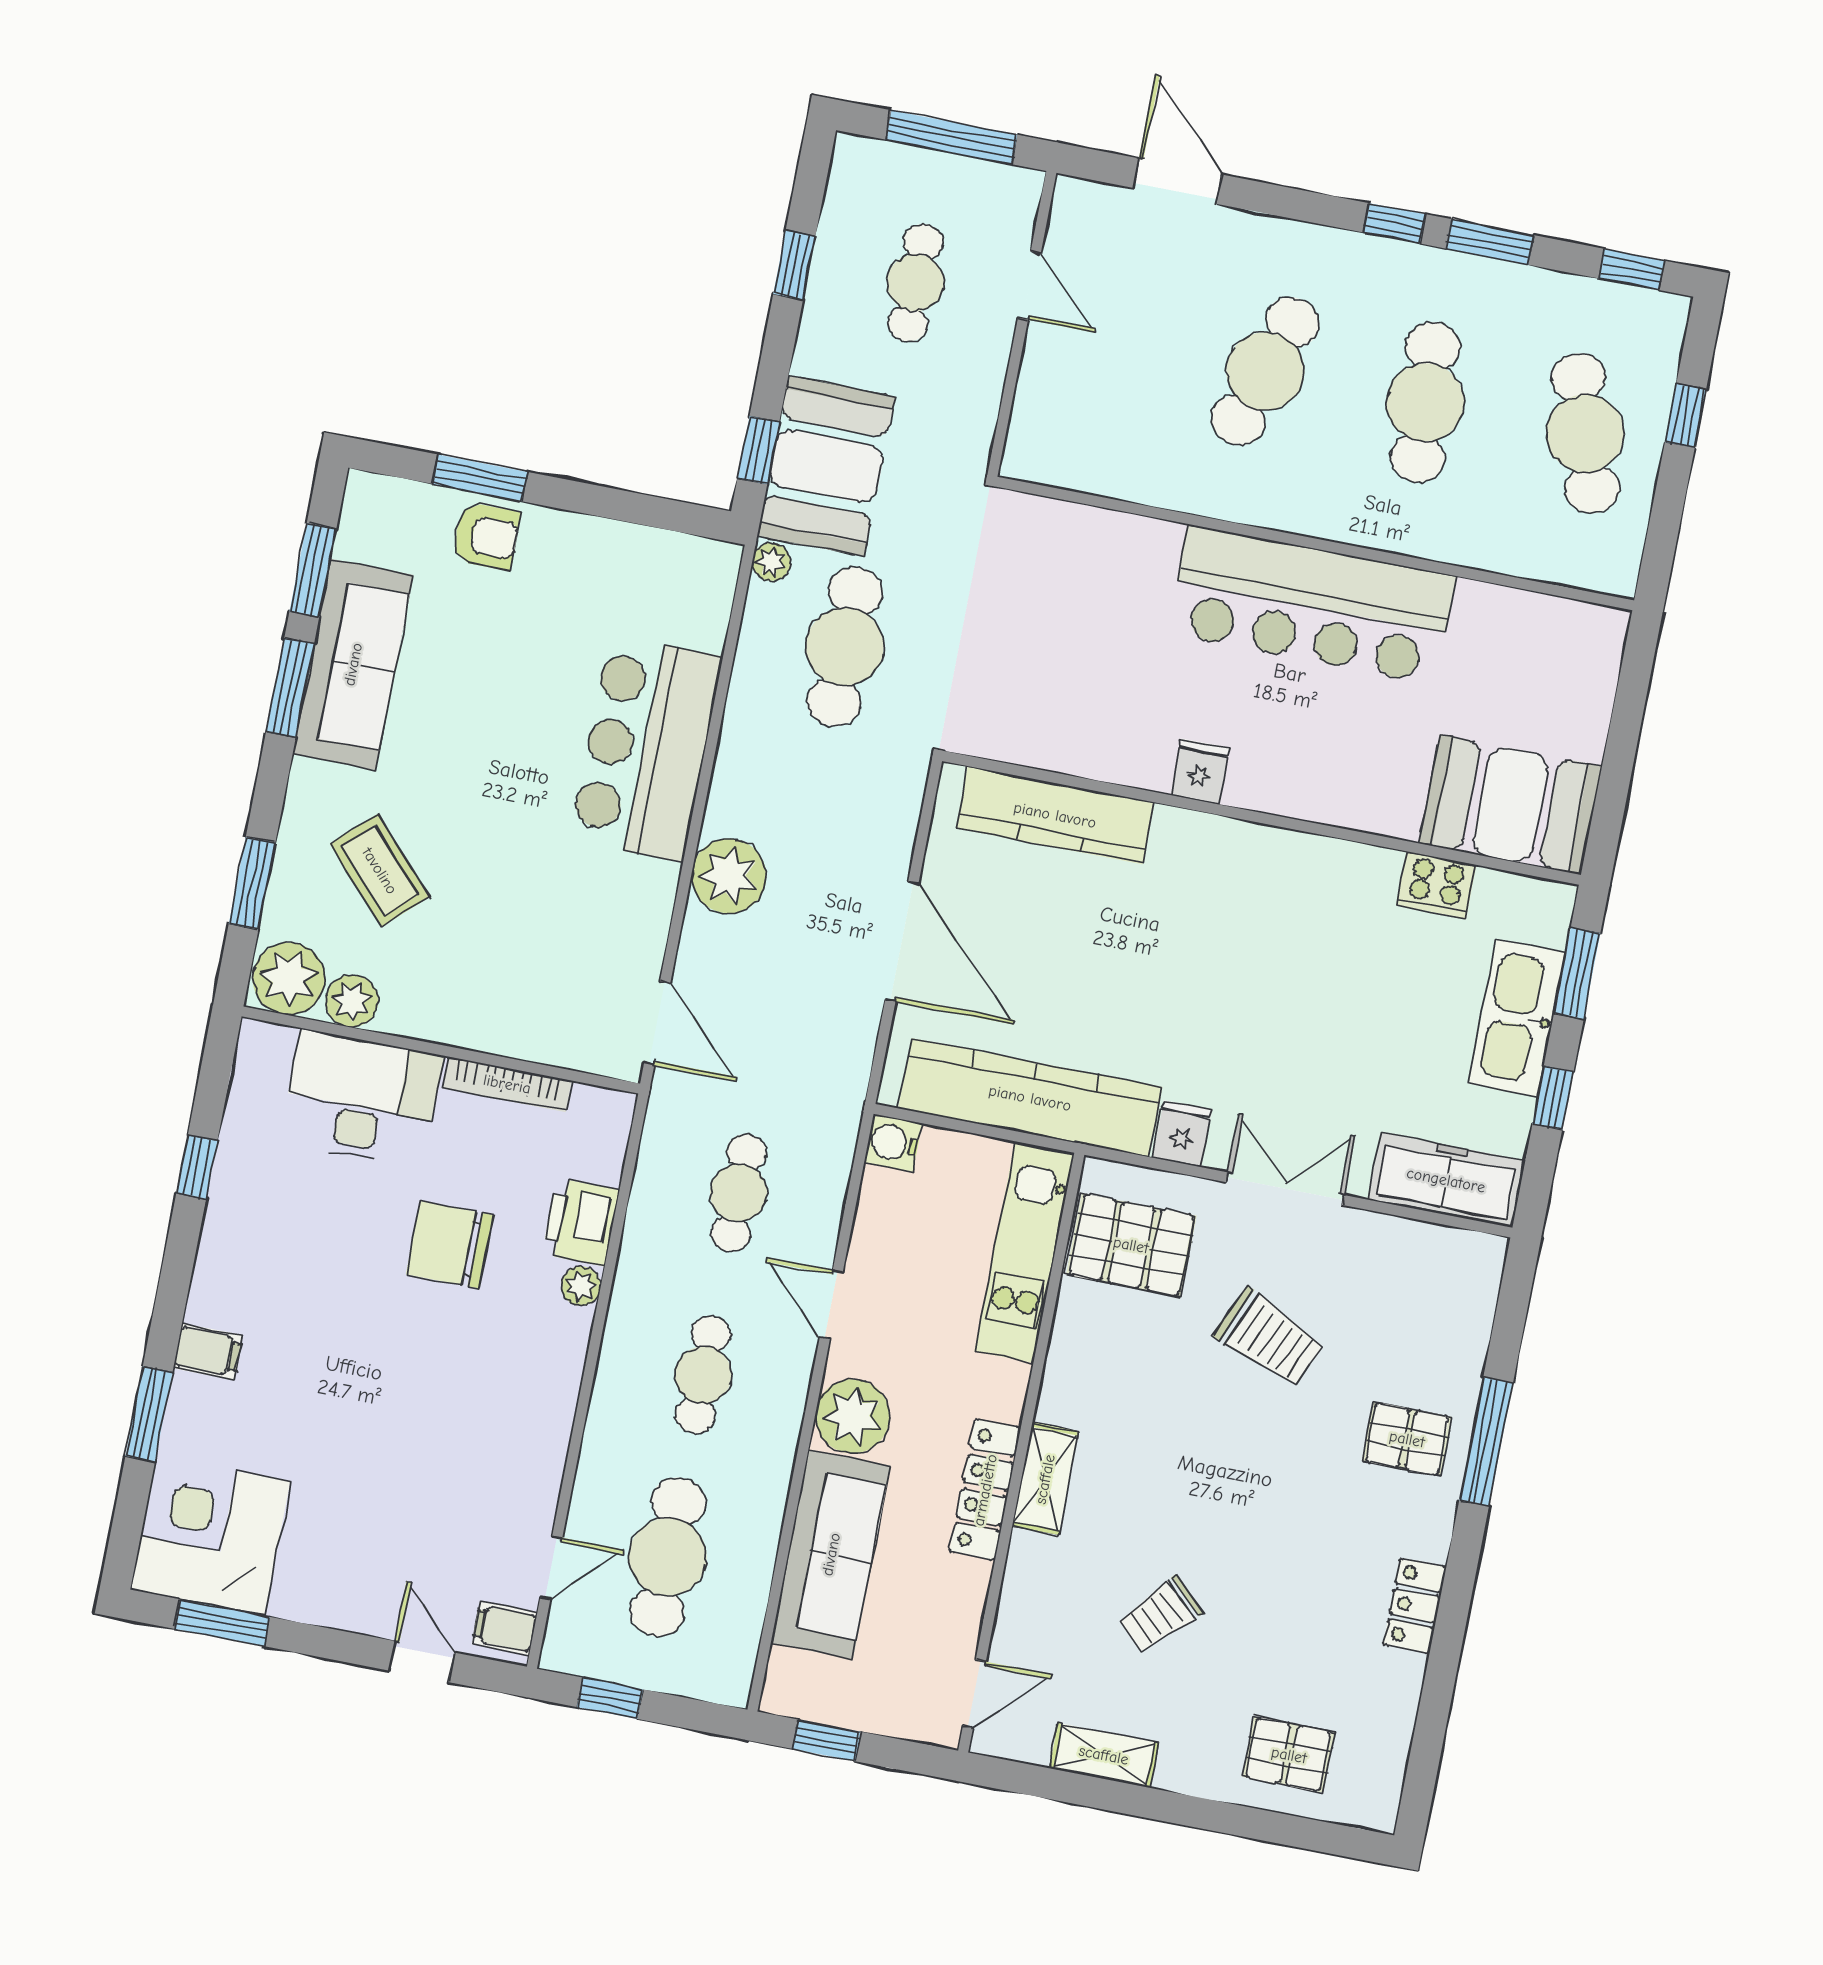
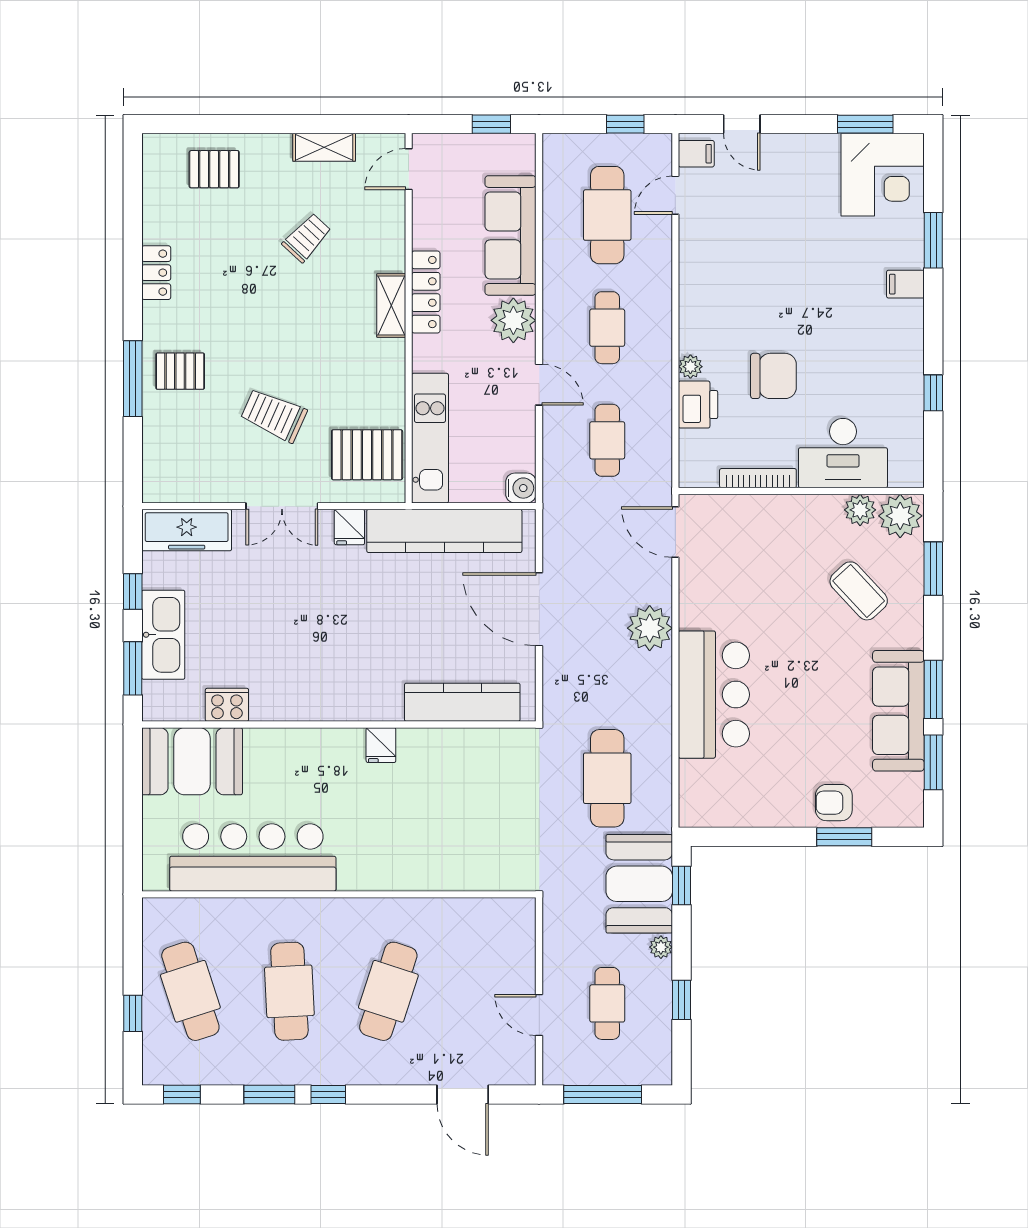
plant: (771, 562) -> (661, 947), moved
bar counter: (1312, 605) -> (253, 857), moved

